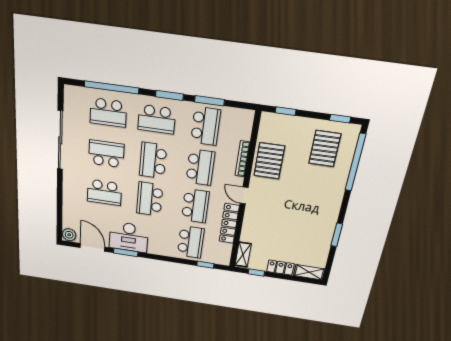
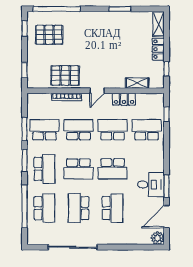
locker: (229, 223) -> (124, 99), width x0.66
desk: (129, 237) -> (151, 184), width x0.73
shelving: (243, 255) -> (137, 83), moved

